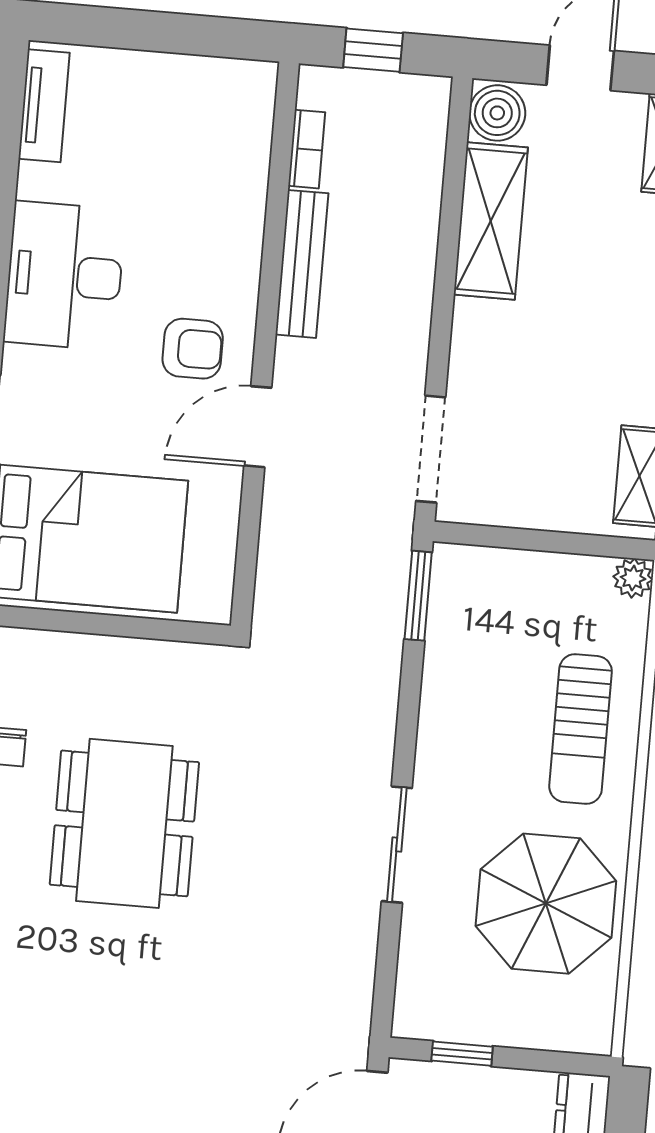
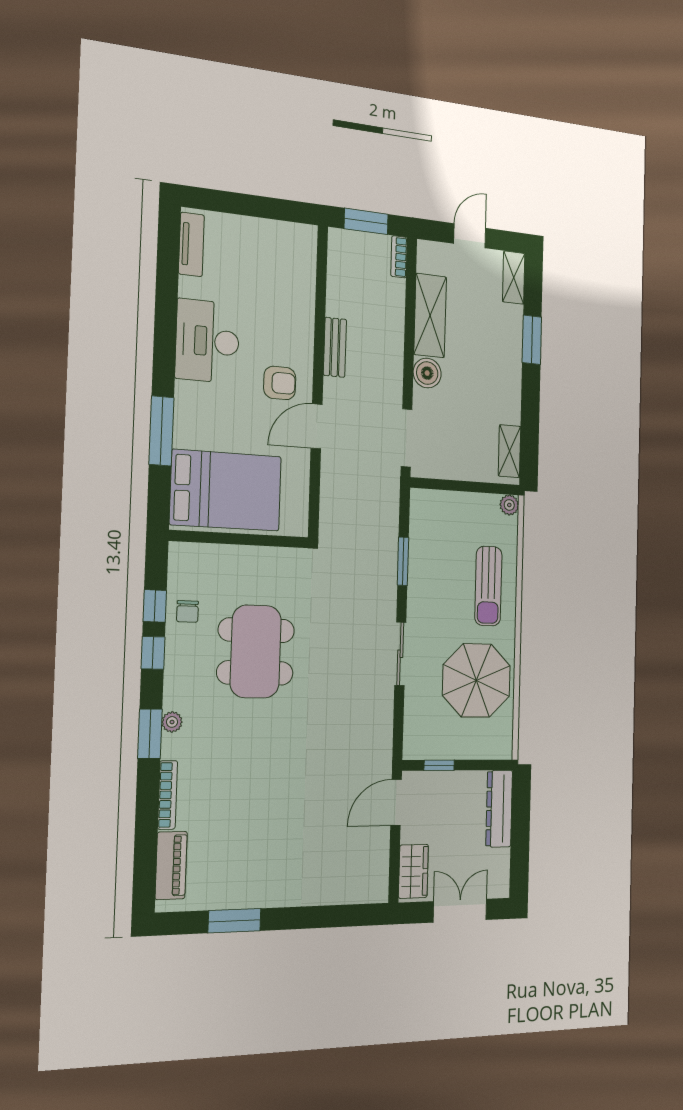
window: (373, 50) -> (366, 221), width x1.50
boiler: (497, 113) -> (427, 373), moved
bookcase: (307, 149) -> (399, 257), moved, turned 180
bench: (302, 264) -> (335, 347), width x0.73
window: (418, 596) -> (403, 561), moved

